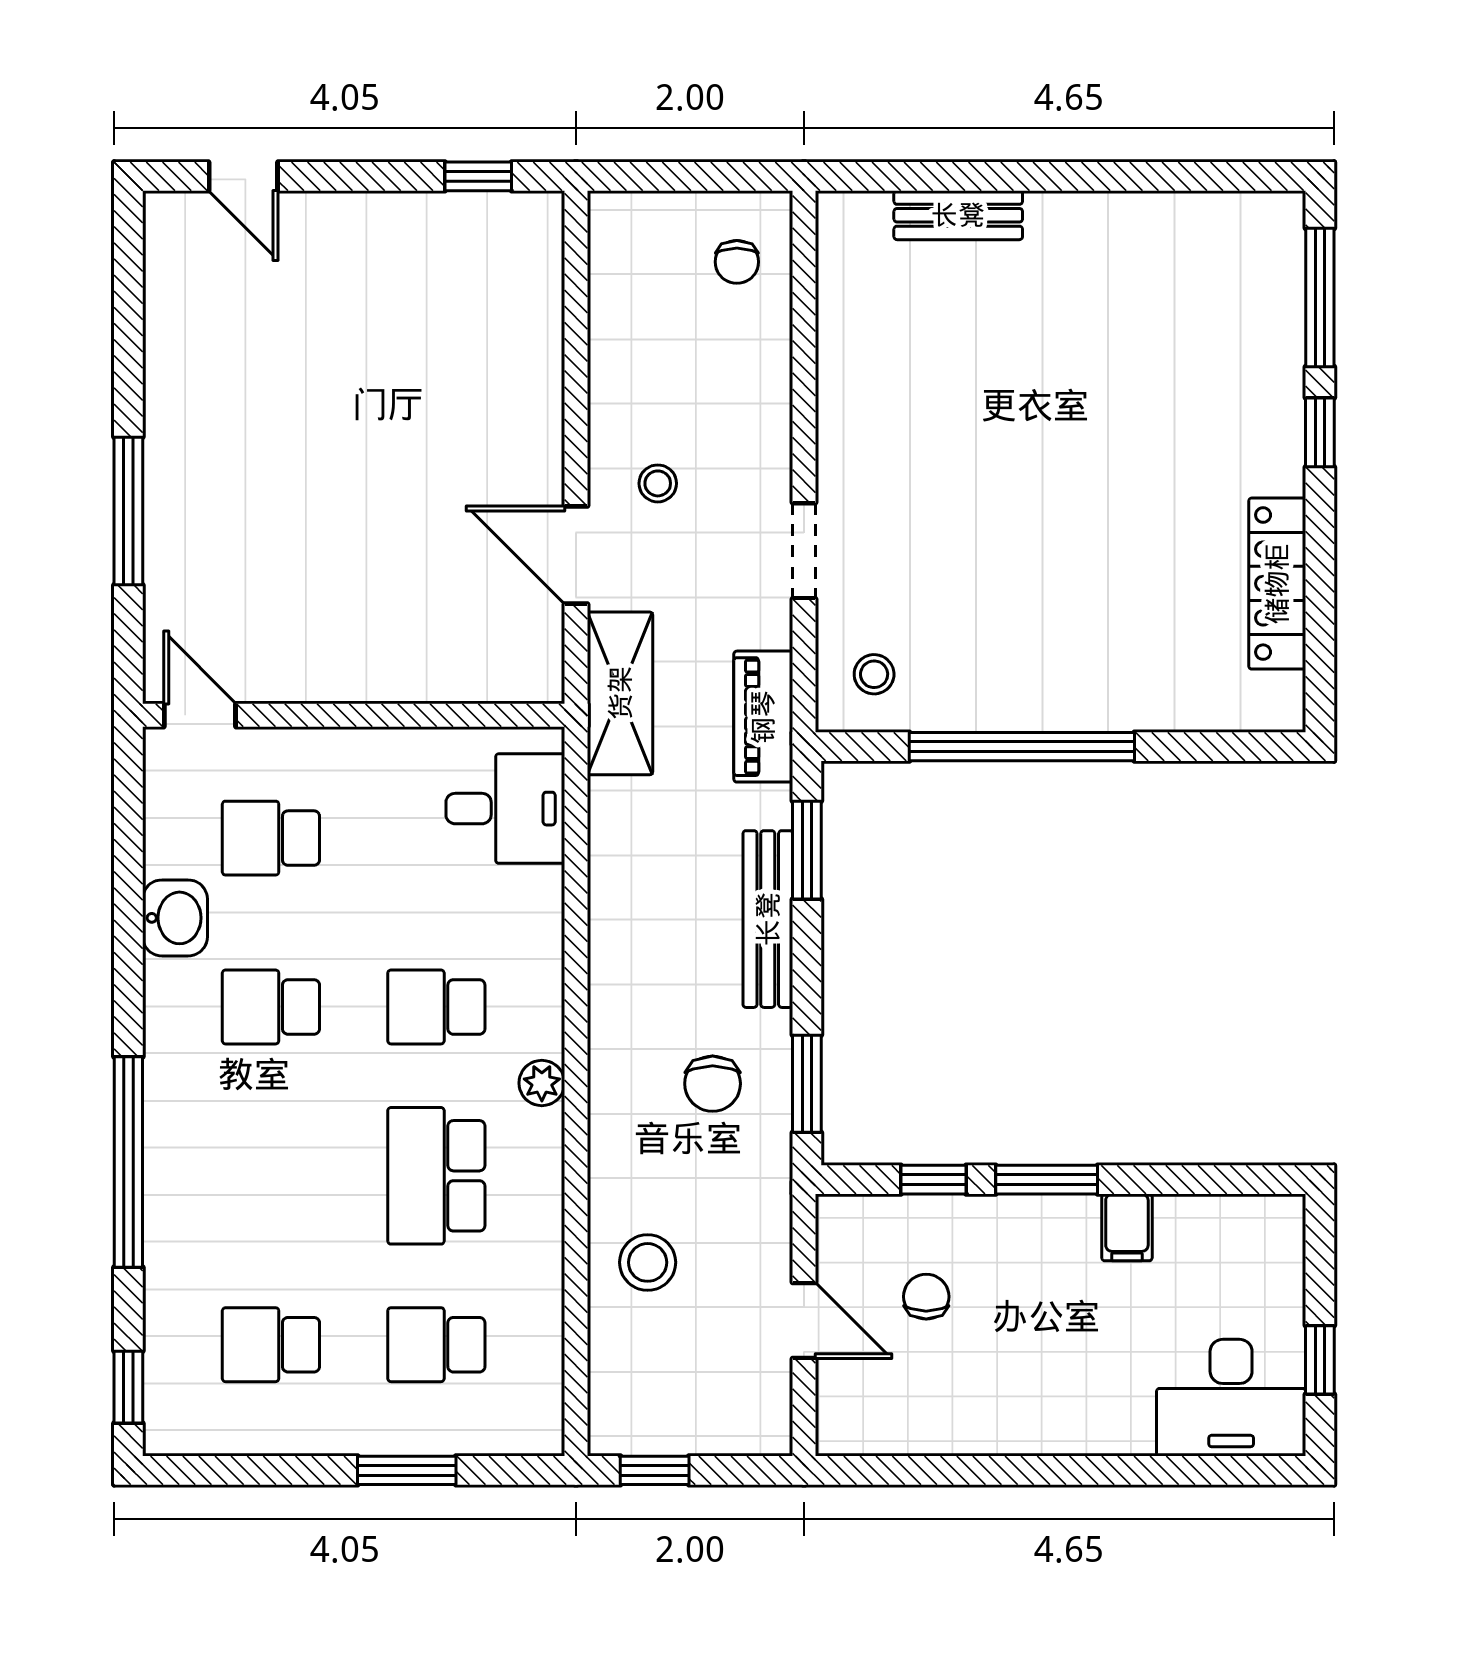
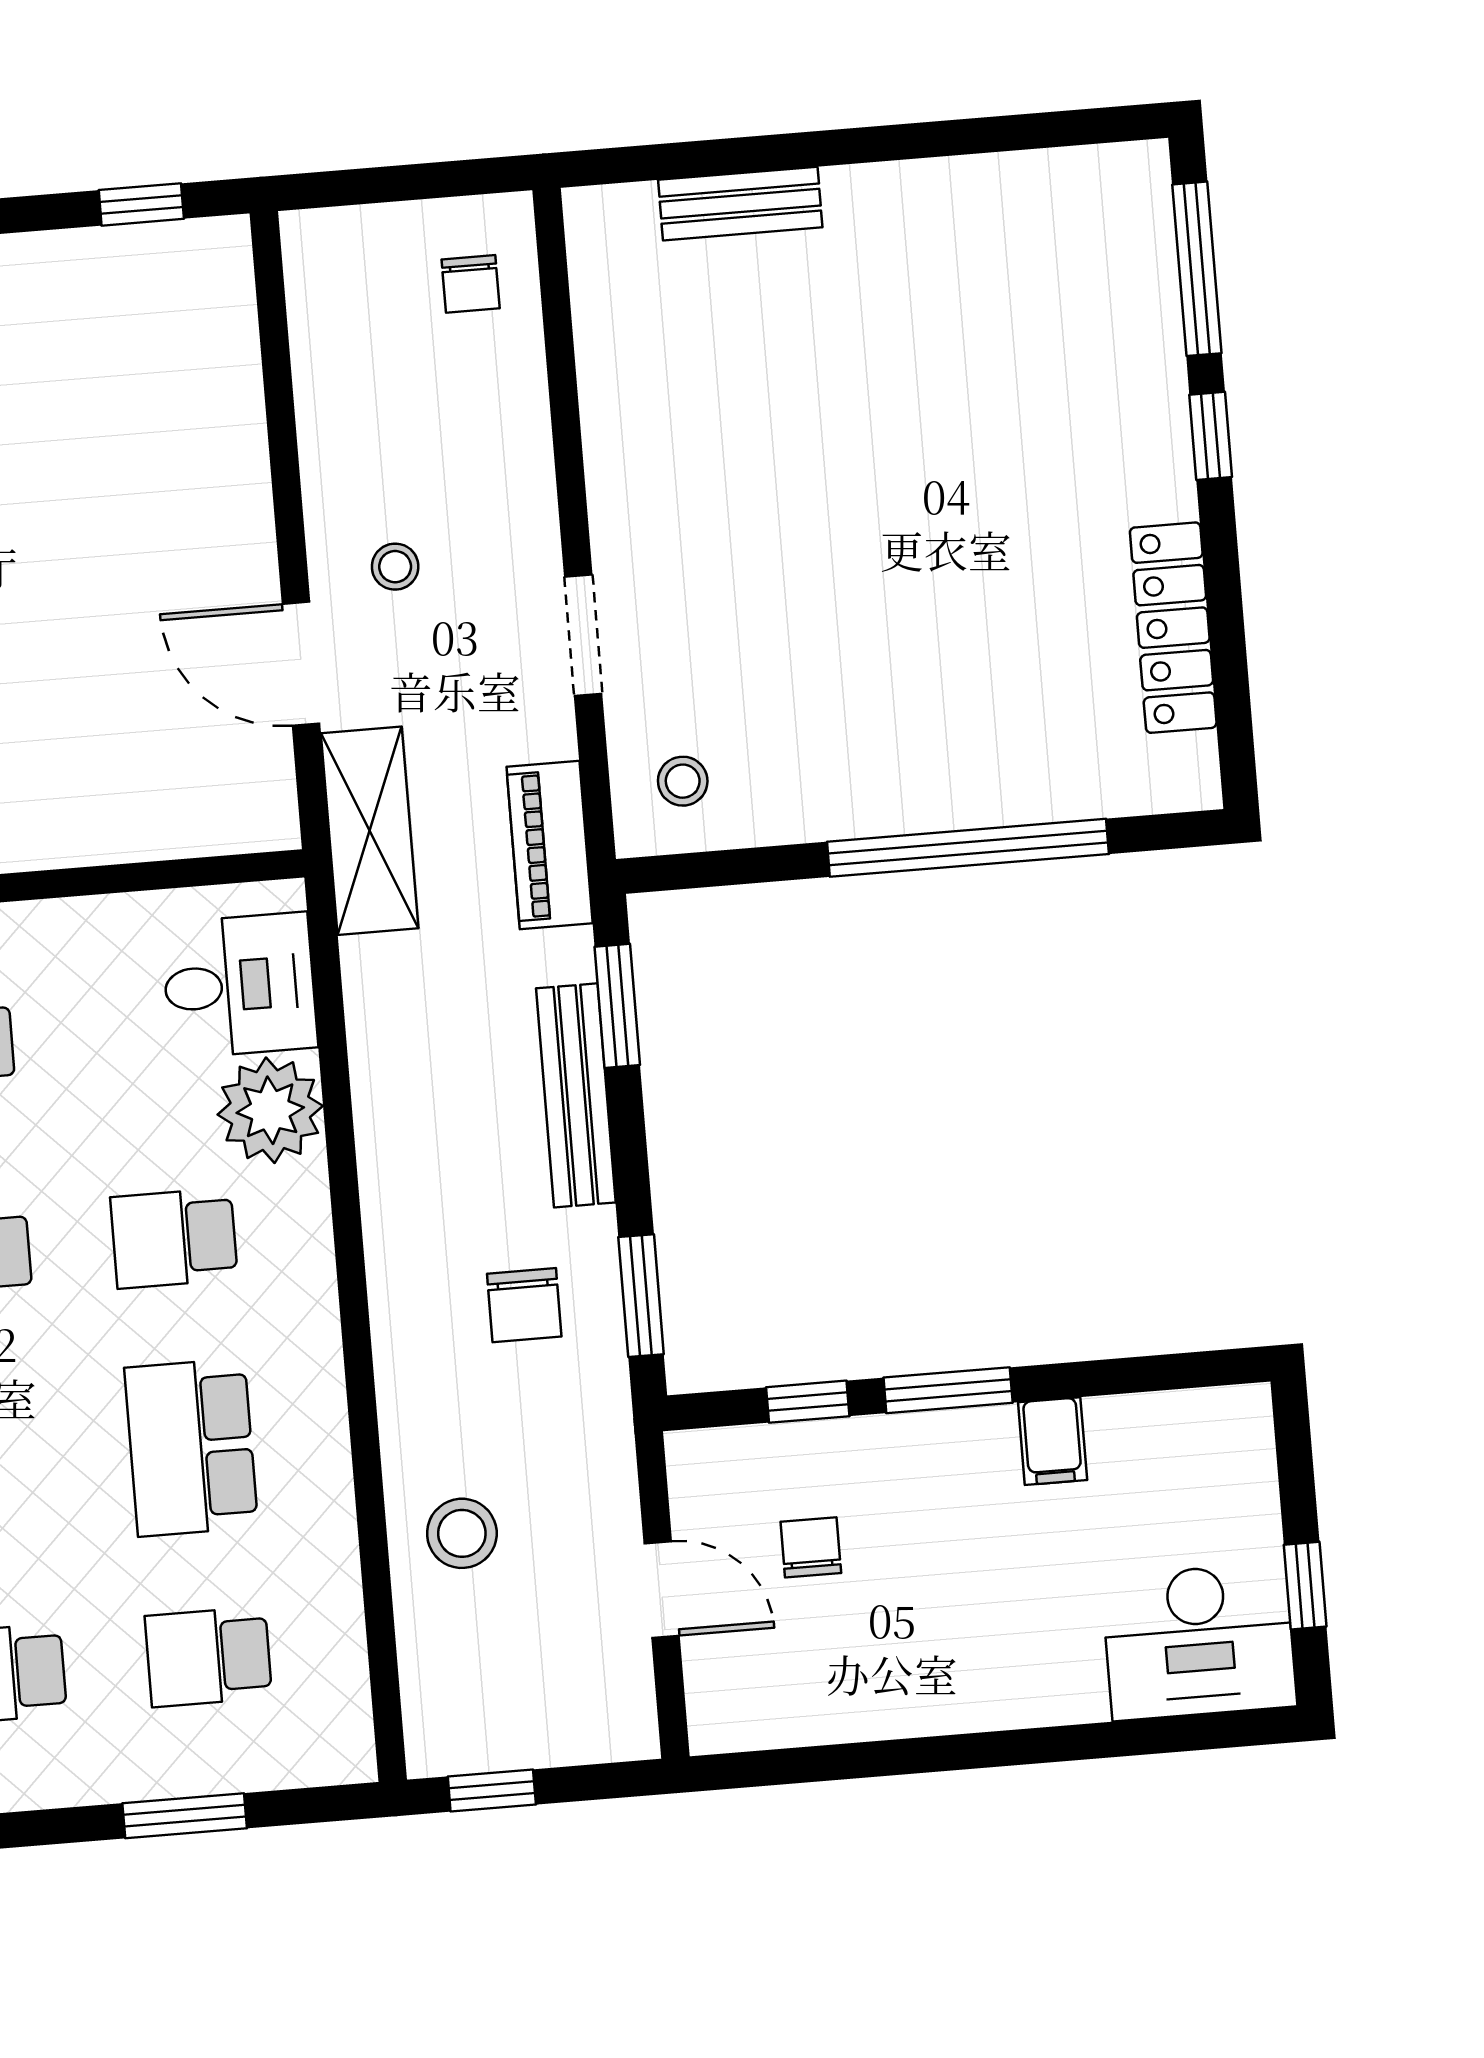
window: (1022, 747) -> (968, 848), moved
plant: (542, 1083) -> (270, 1110), moved, width x1.88, depth x1.88

